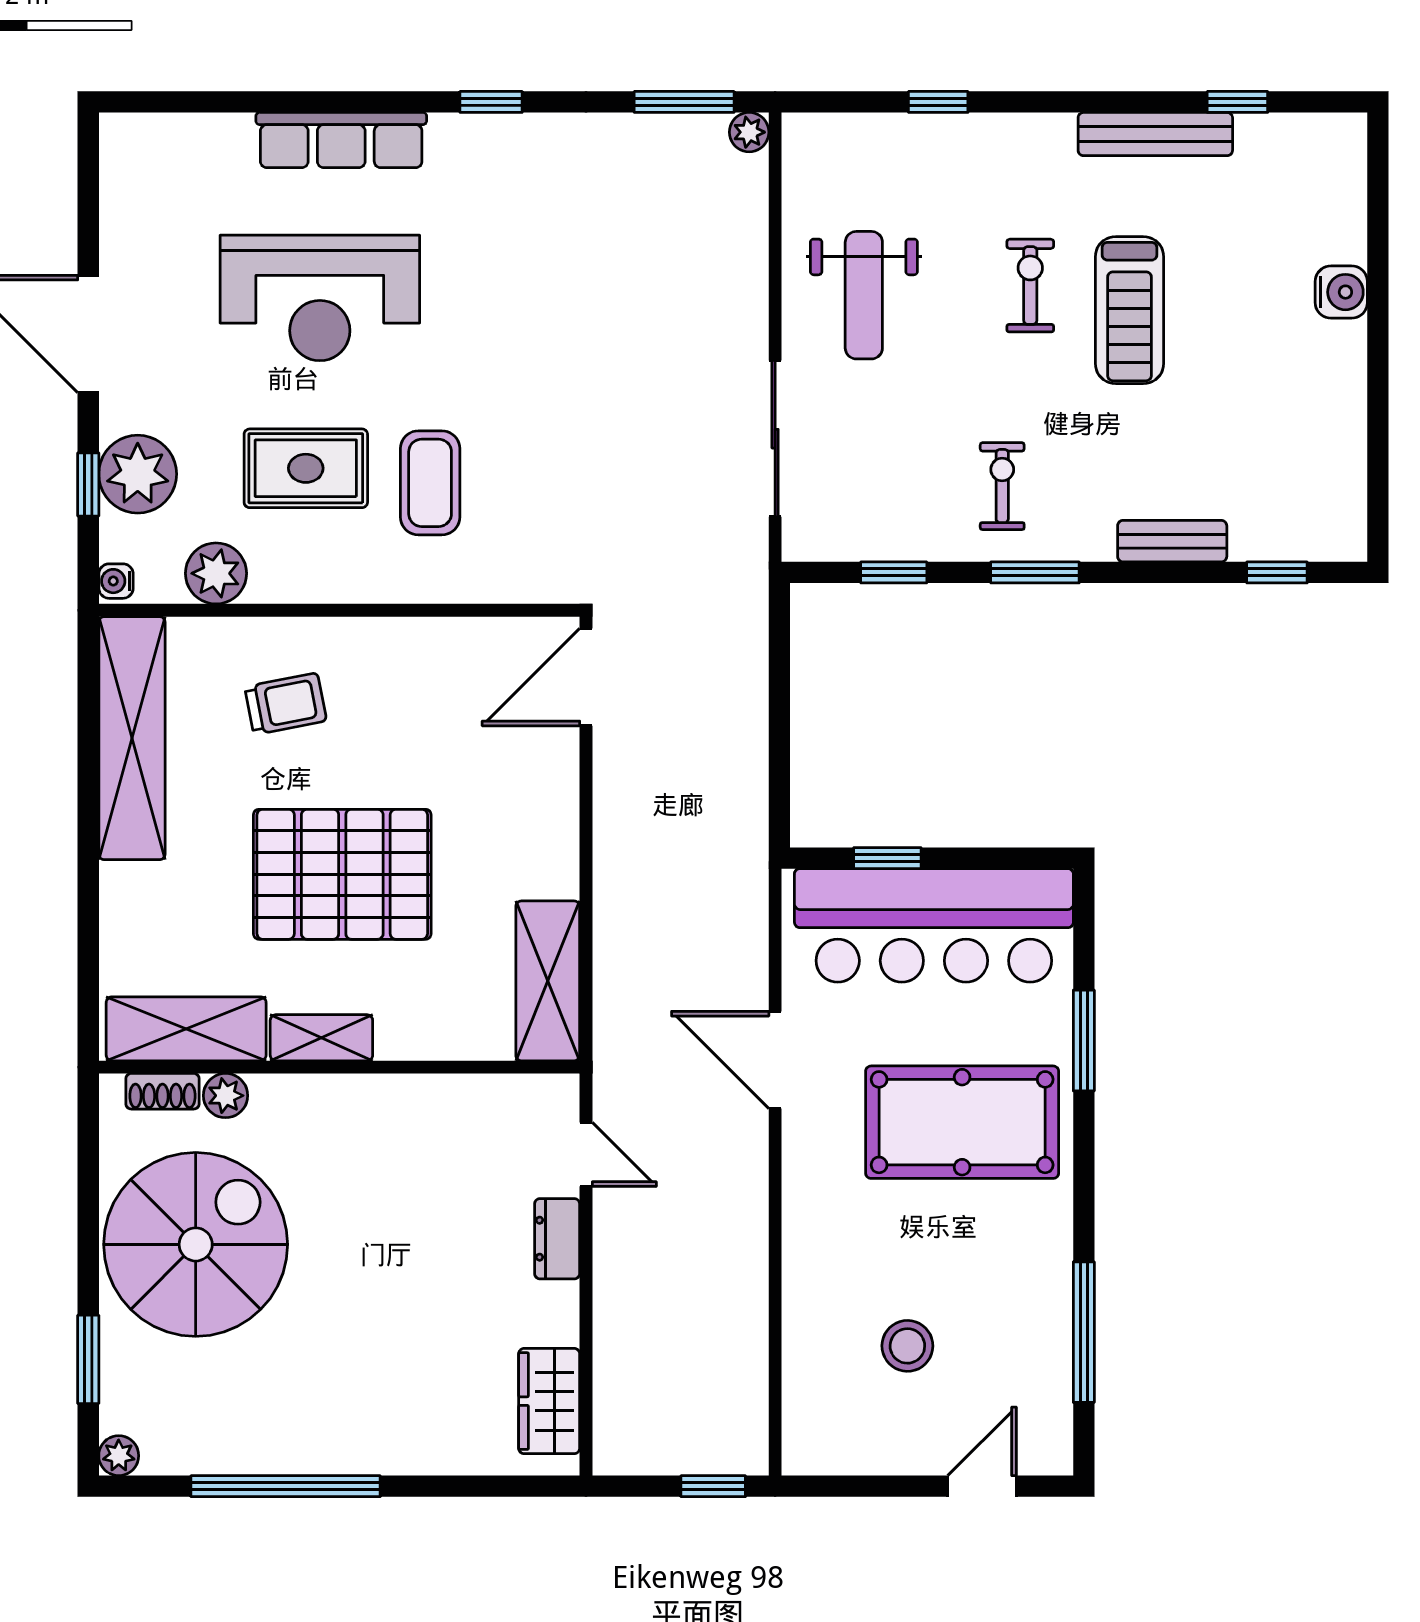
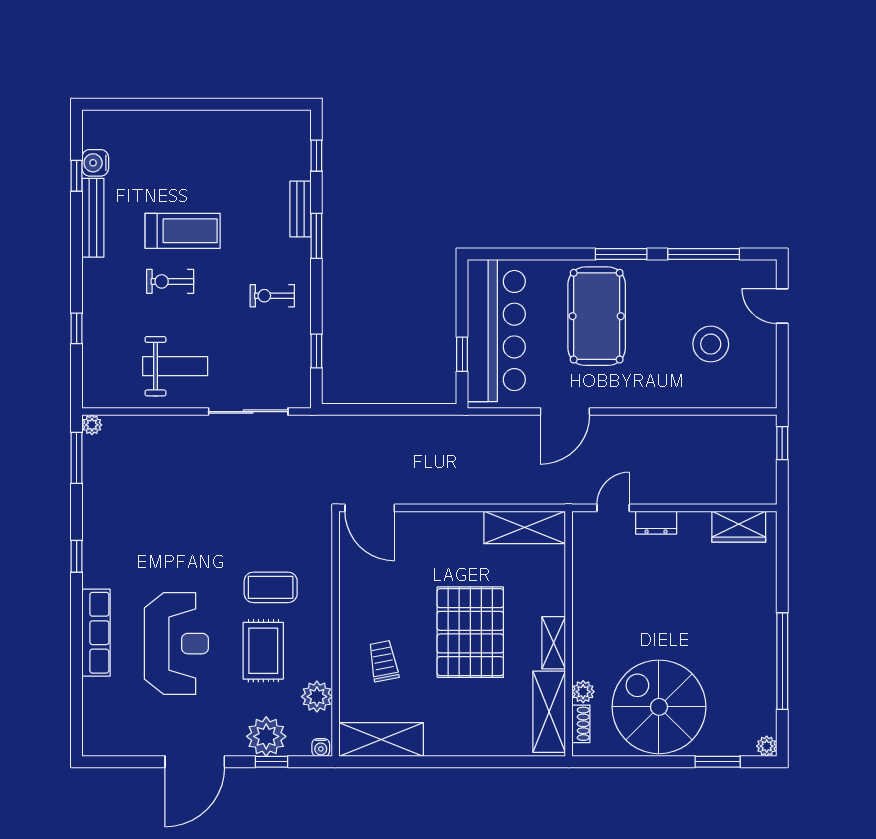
water cooler: (1341, 292) -> (95, 163), moved, turned -90
window: (1035, 572) -> (316, 236), moved
shelving: (132, 738) -> (381, 739), width x0.68
window: (1084, 1041) -> (621, 254), moved
stool: (907, 1346) -> (711, 344), width x1.38, depth x1.38

